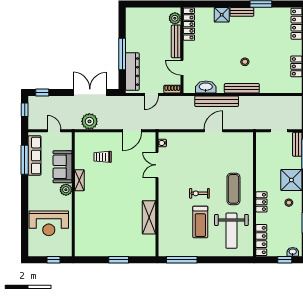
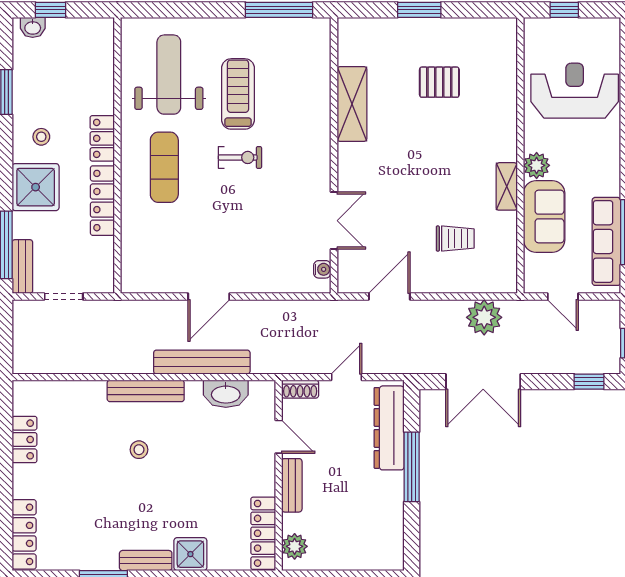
bench: (176, 41) -> (292, 485), width x0.73
pallet: (110, 227) -> (439, 82), added
locker: (261, 240) -> (102, 201), moved

